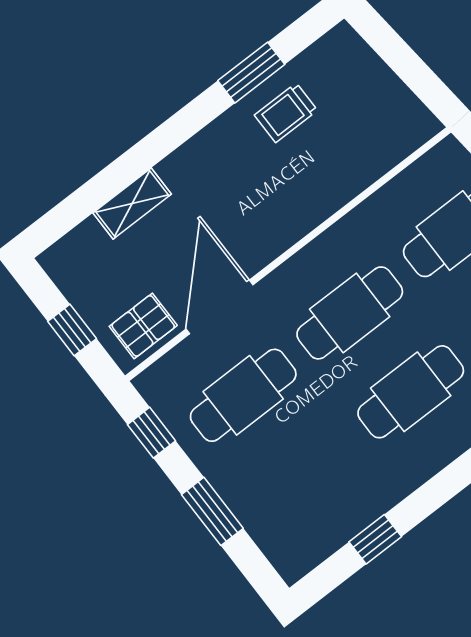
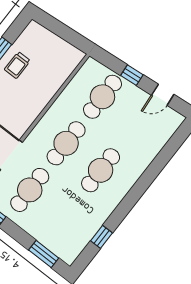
window: (212, 511) -> (44, 254), moved

